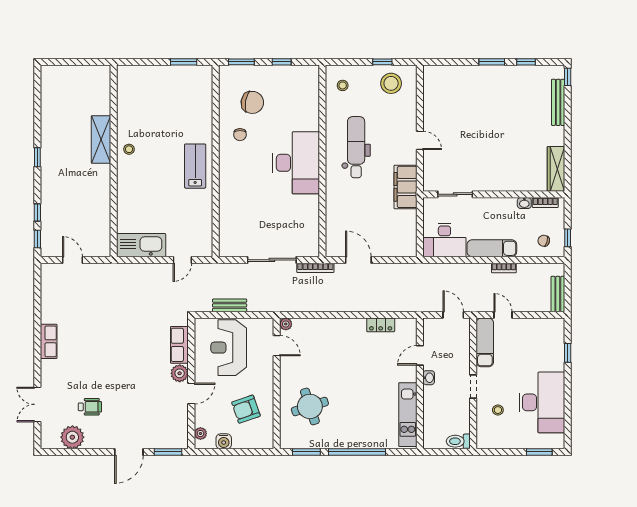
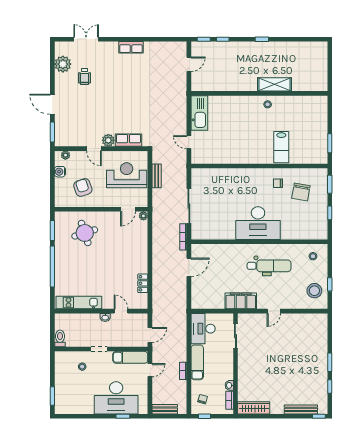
lab bench: (195, 166) -> (281, 147), moved, turned 90
desk: (542, 402) -> (116, 398), moved

